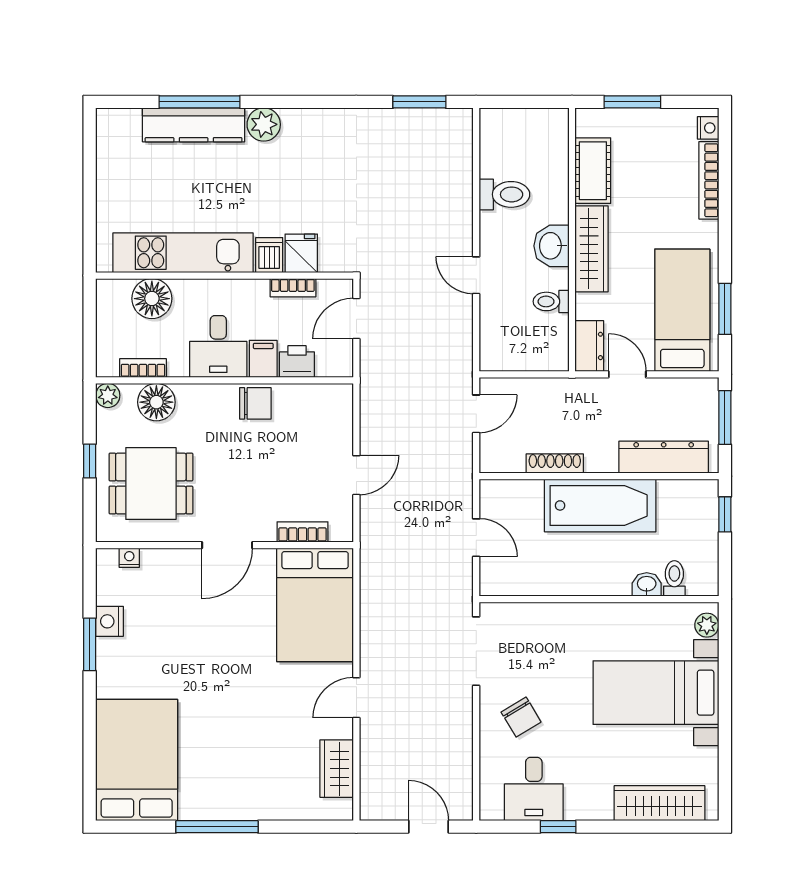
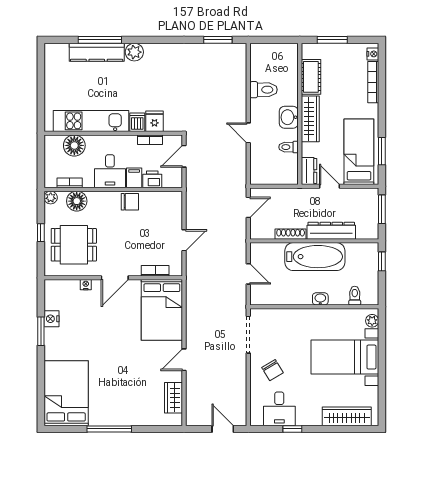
dresser: (664, 457) -> (331, 231), moved
nightstand: (129, 558) -> (86, 285), moved
washbasin: (647, 584) -> (320, 299), moved

